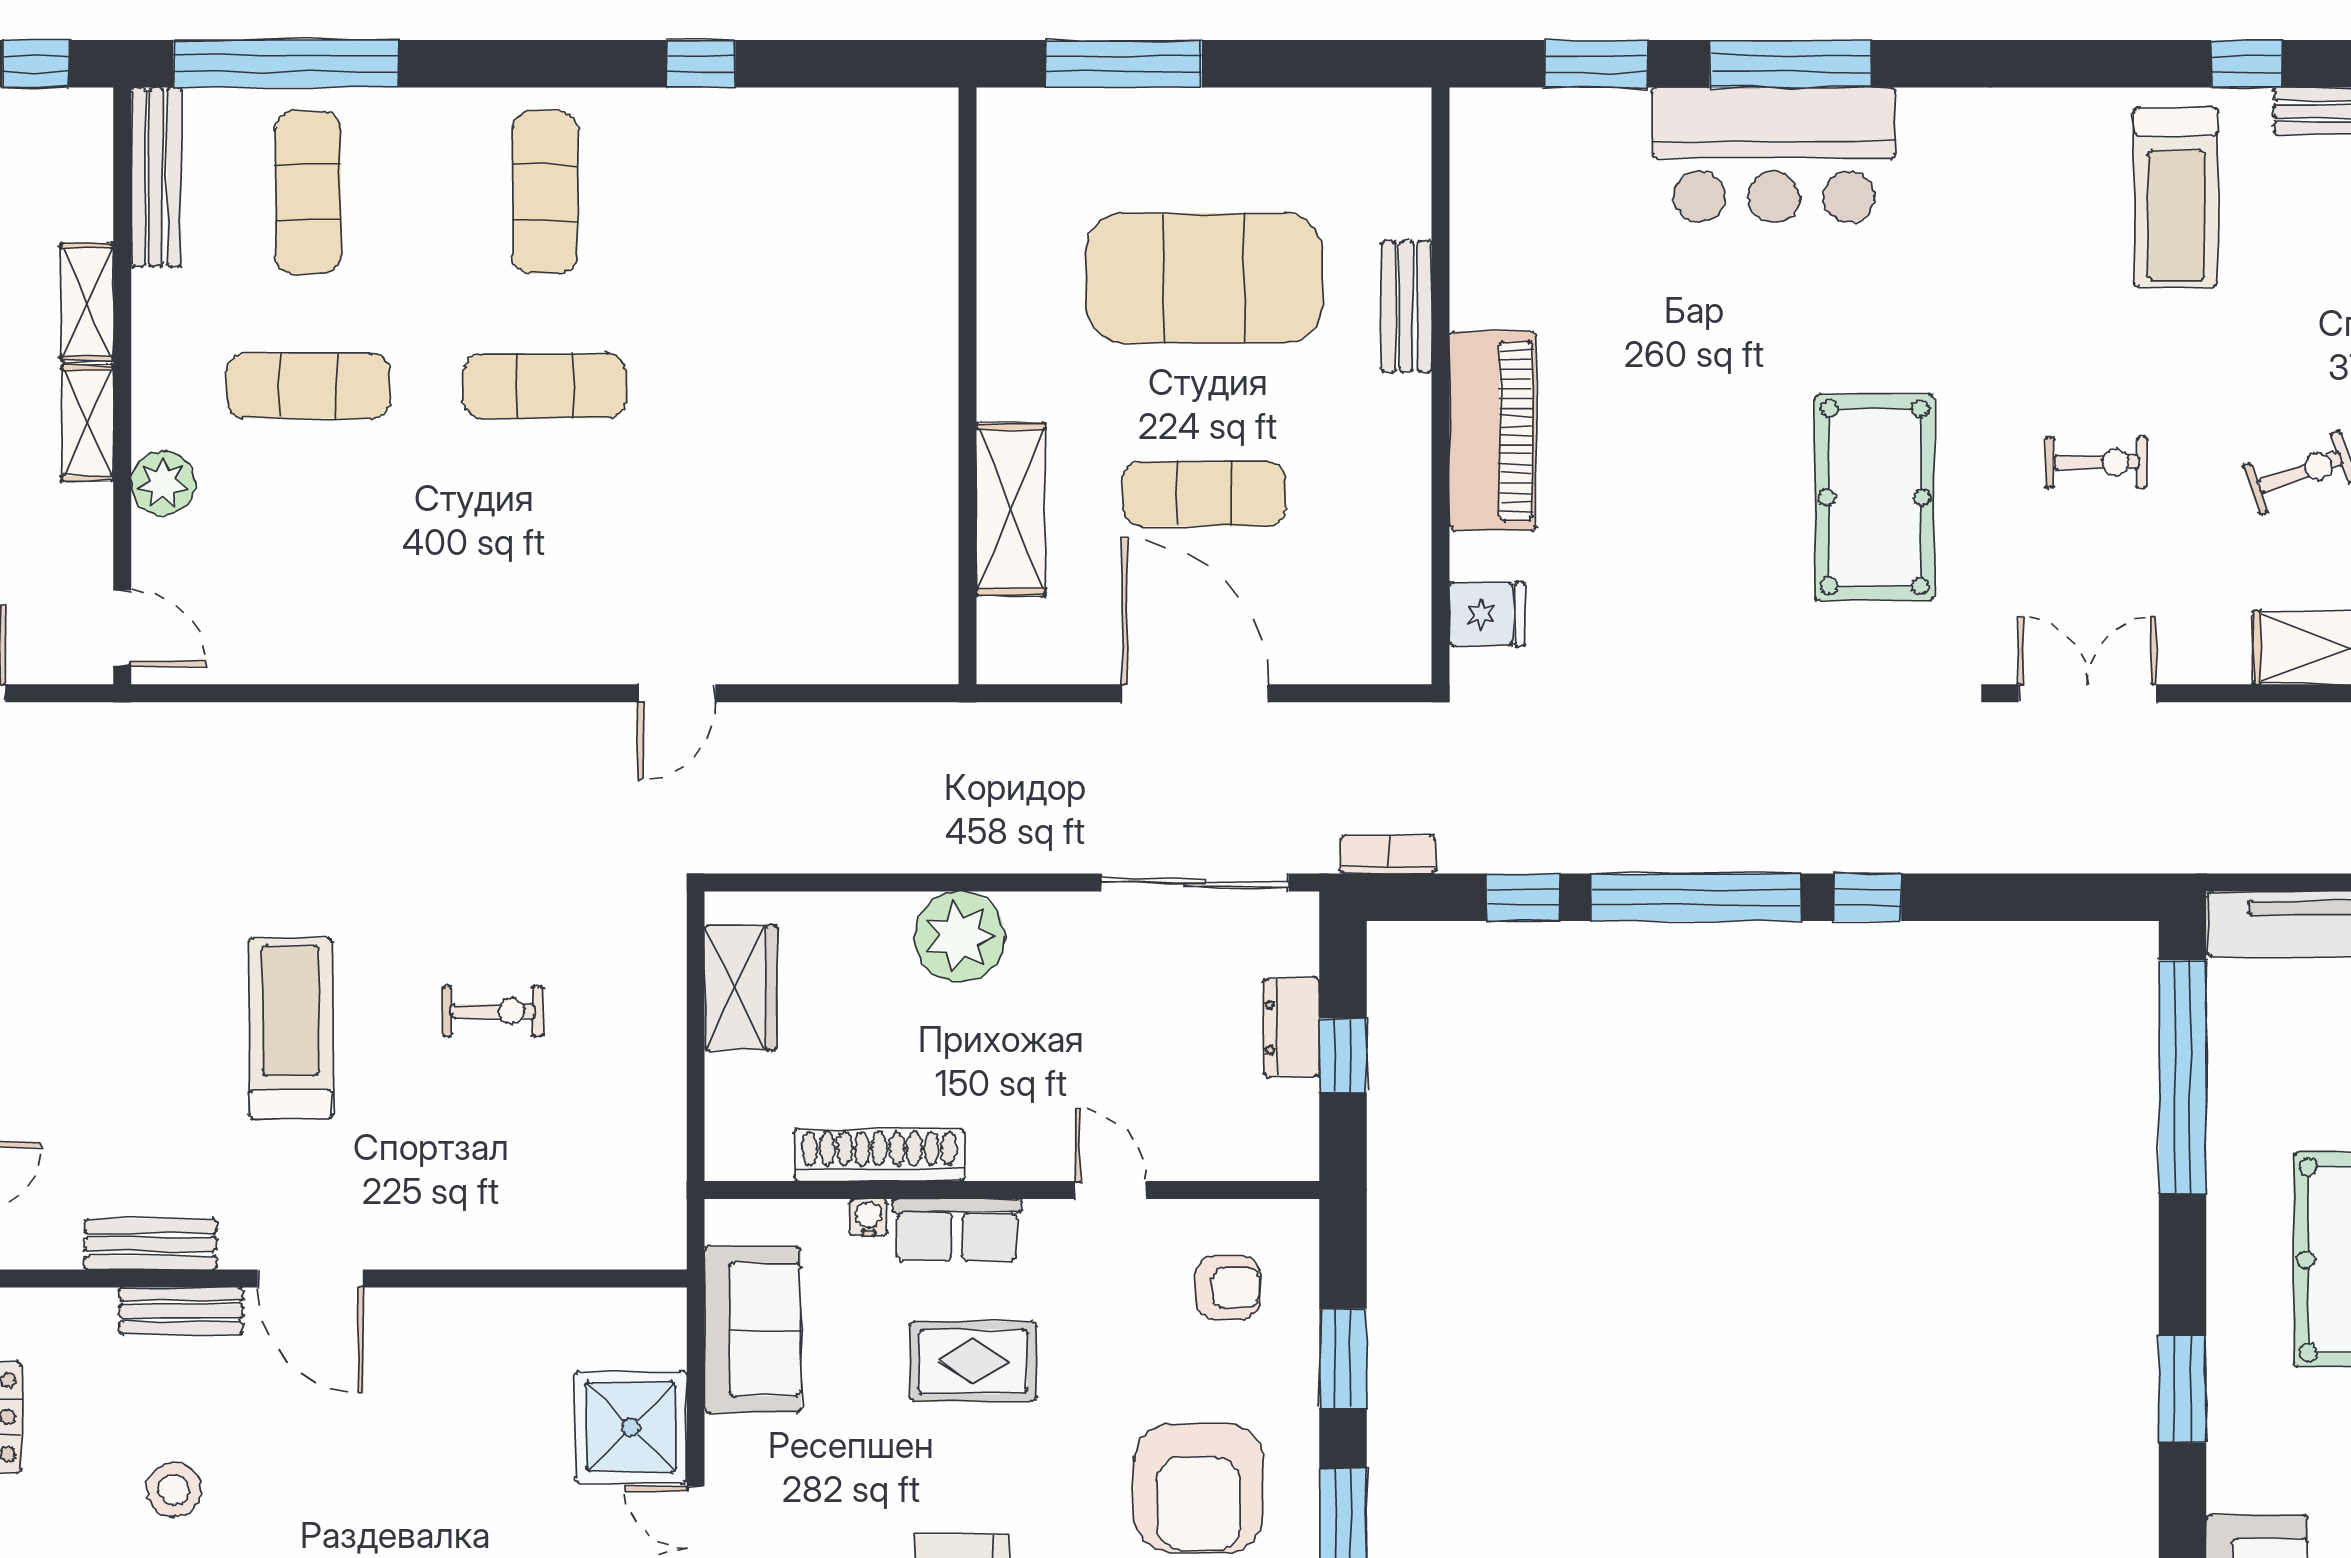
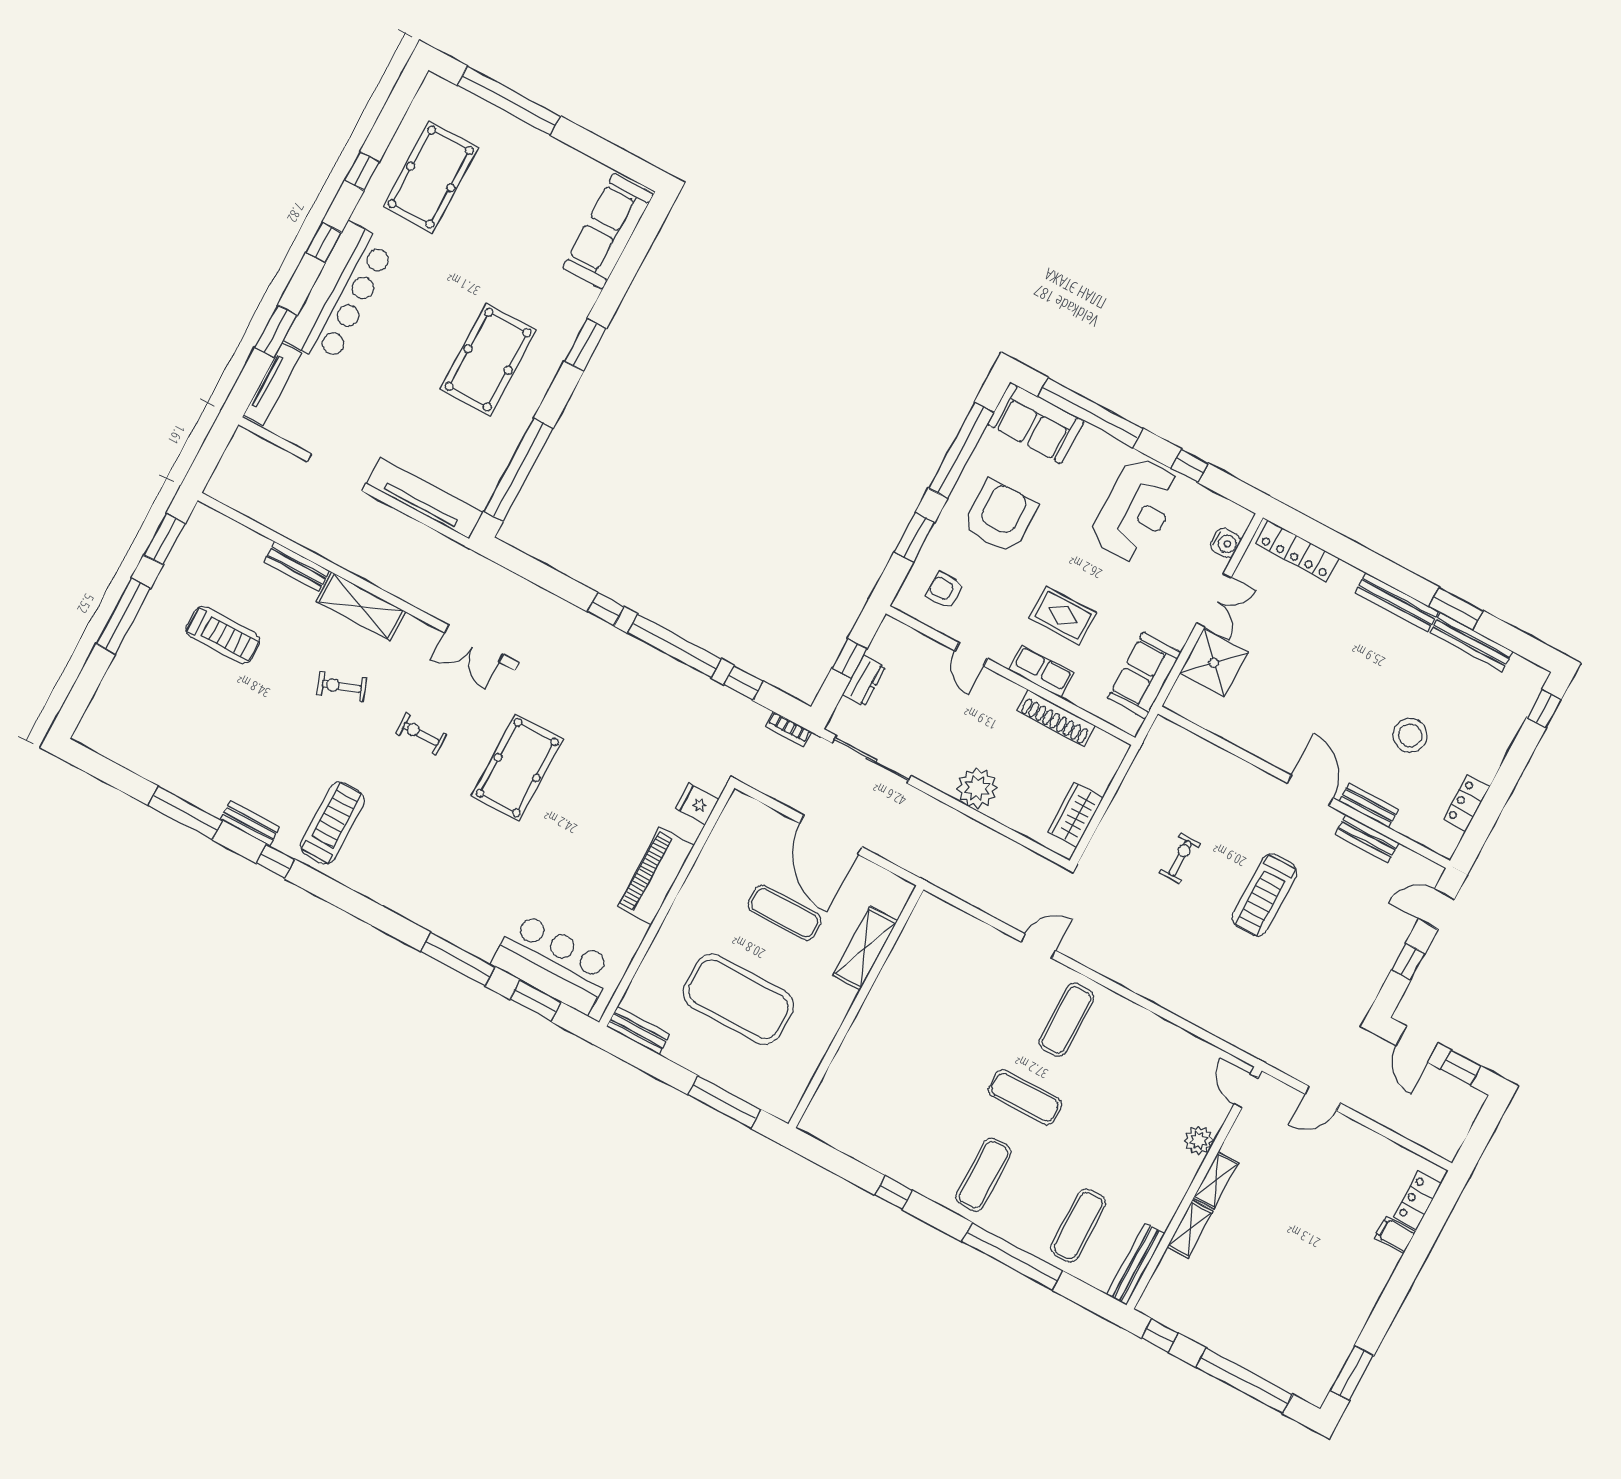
window: (286, 64) -> (1012, 1256), moved
bar counter: (1774, 155) -> (553, 963), moved
bench: (1407, 306) -> (638, 1031), moved, turned 90
exercise mat: (308, 386) -> (1067, 1020), moved, turned 90
exercise bike: (493, 1011) -> (1180, 858), turned 90
water cooler: (869, 1218) -> (1074, 695), removed
stool: (174, 1490) -> (1410, 735), width x1.38, depth x1.38

